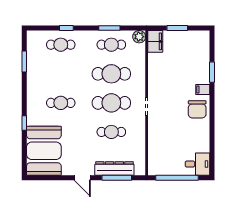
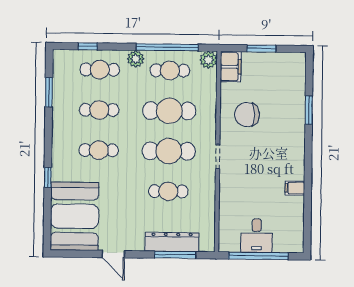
window: (66, 28) -> (88, 46), moved
window: (109, 28) -> (167, 47), width x2.11
plant: (87, 37) -> (136, 59), added
cafe table: (61, 74) -> (99, 110), added
filing cabinet: (203, 90) -> (295, 188), moved
chair: (197, 109) -> (247, 115), moved, turned 90
desk: (197, 164) -> (257, 236), moved, turned 90
door: (82, 178) -> (113, 254), moved

